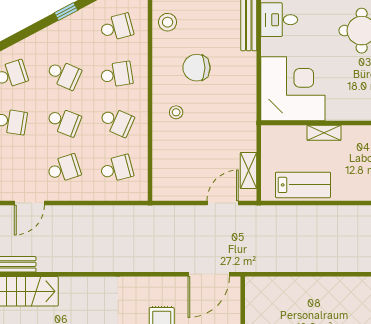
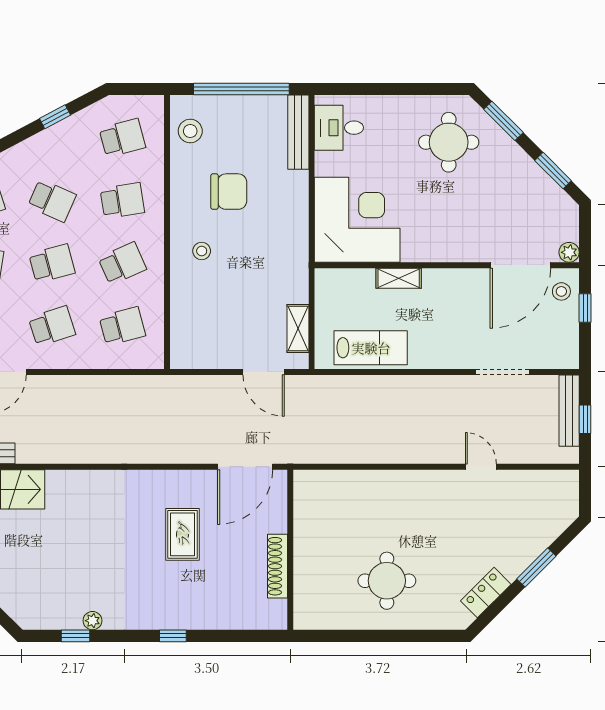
chair: (196, 68) -> (229, 192), turned 180
school desk: (64, 122) -> (52, 263), turned -36
school desk: (117, 122) -> (122, 263), turned -48
door: (223, 203) -> (264, 372), swing flipped

